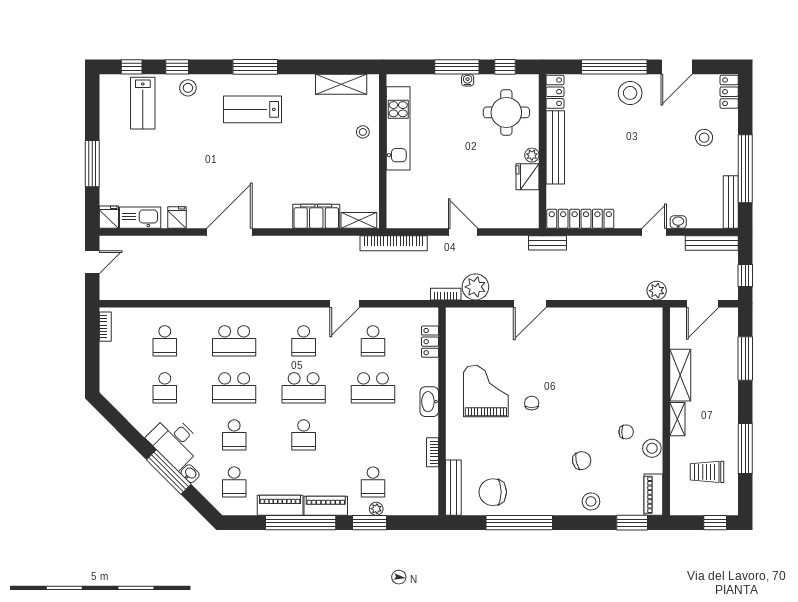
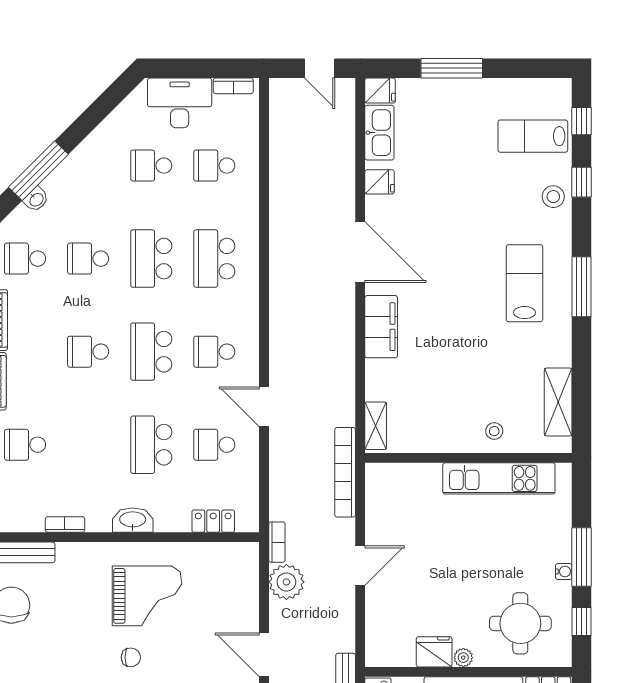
filing cabinet: (316, 216) -> (381, 327), moved
desk: (175, 442) -> (180, 103), moved, turned 45

